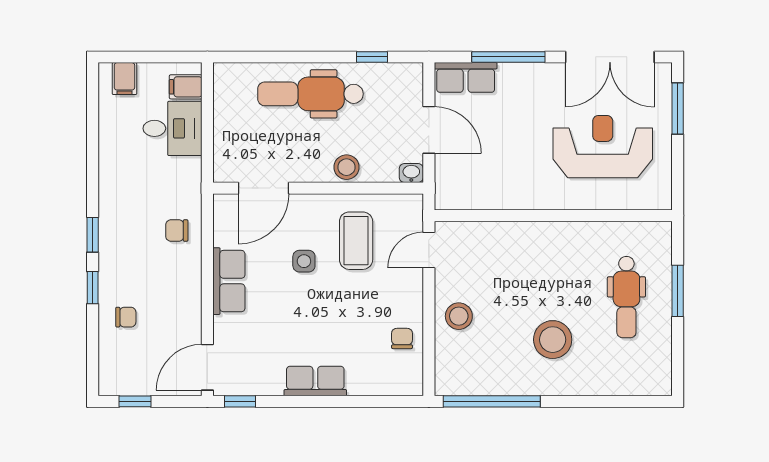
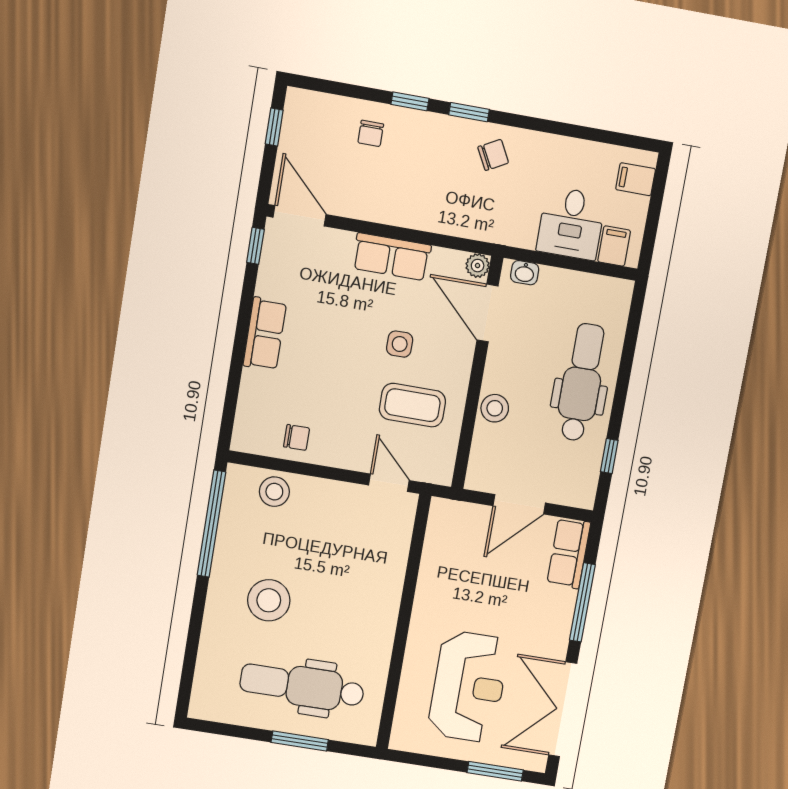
washbasin: (411, 173) -> (525, 273), moved, turned 90
plant: (224, 204) -> (478, 266), added
chair: (177, 231) -> (493, 155), moved, turned 62
dental chair: (626, 297) -> (302, 686), width x1.36, depth x1.38
stool: (459, 316) -> (274, 492), moved

